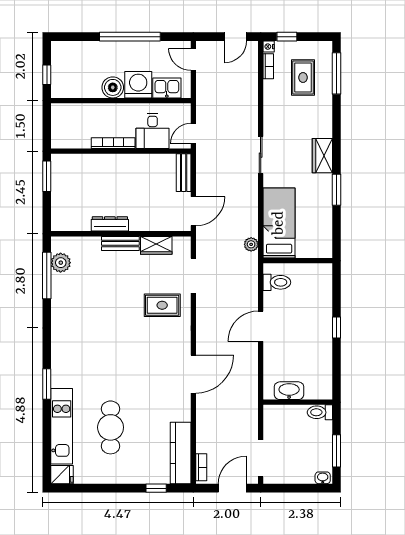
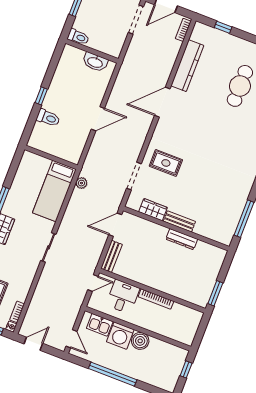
plant: (61, 263) -> (230, 224), removed
toilet: (277, 282) -> (48, 118), moved, turned 180
kitchen counter: (181, 453) -> (187, 66), moved

